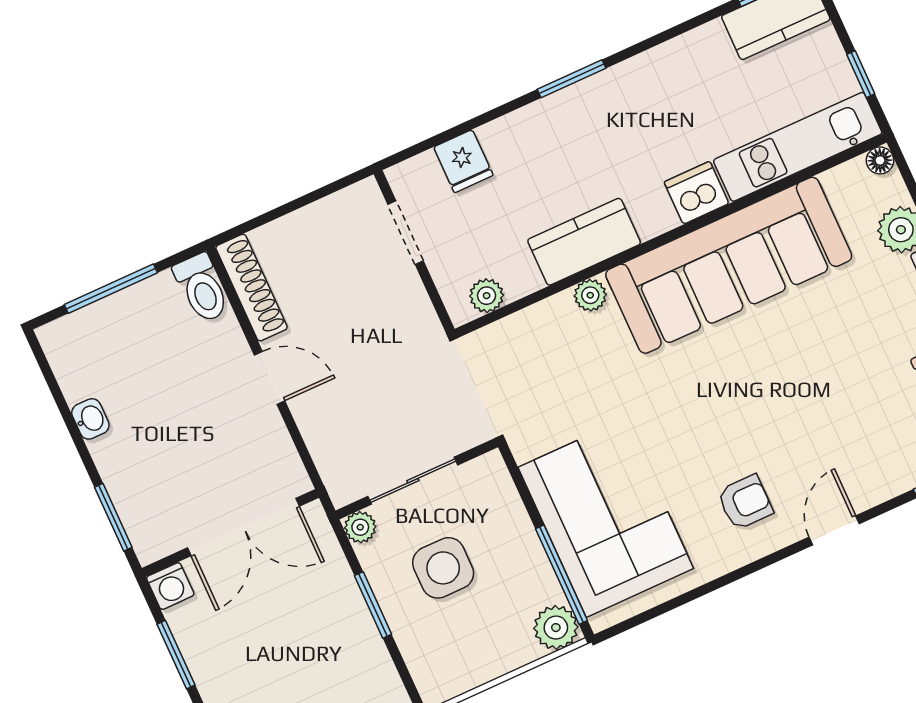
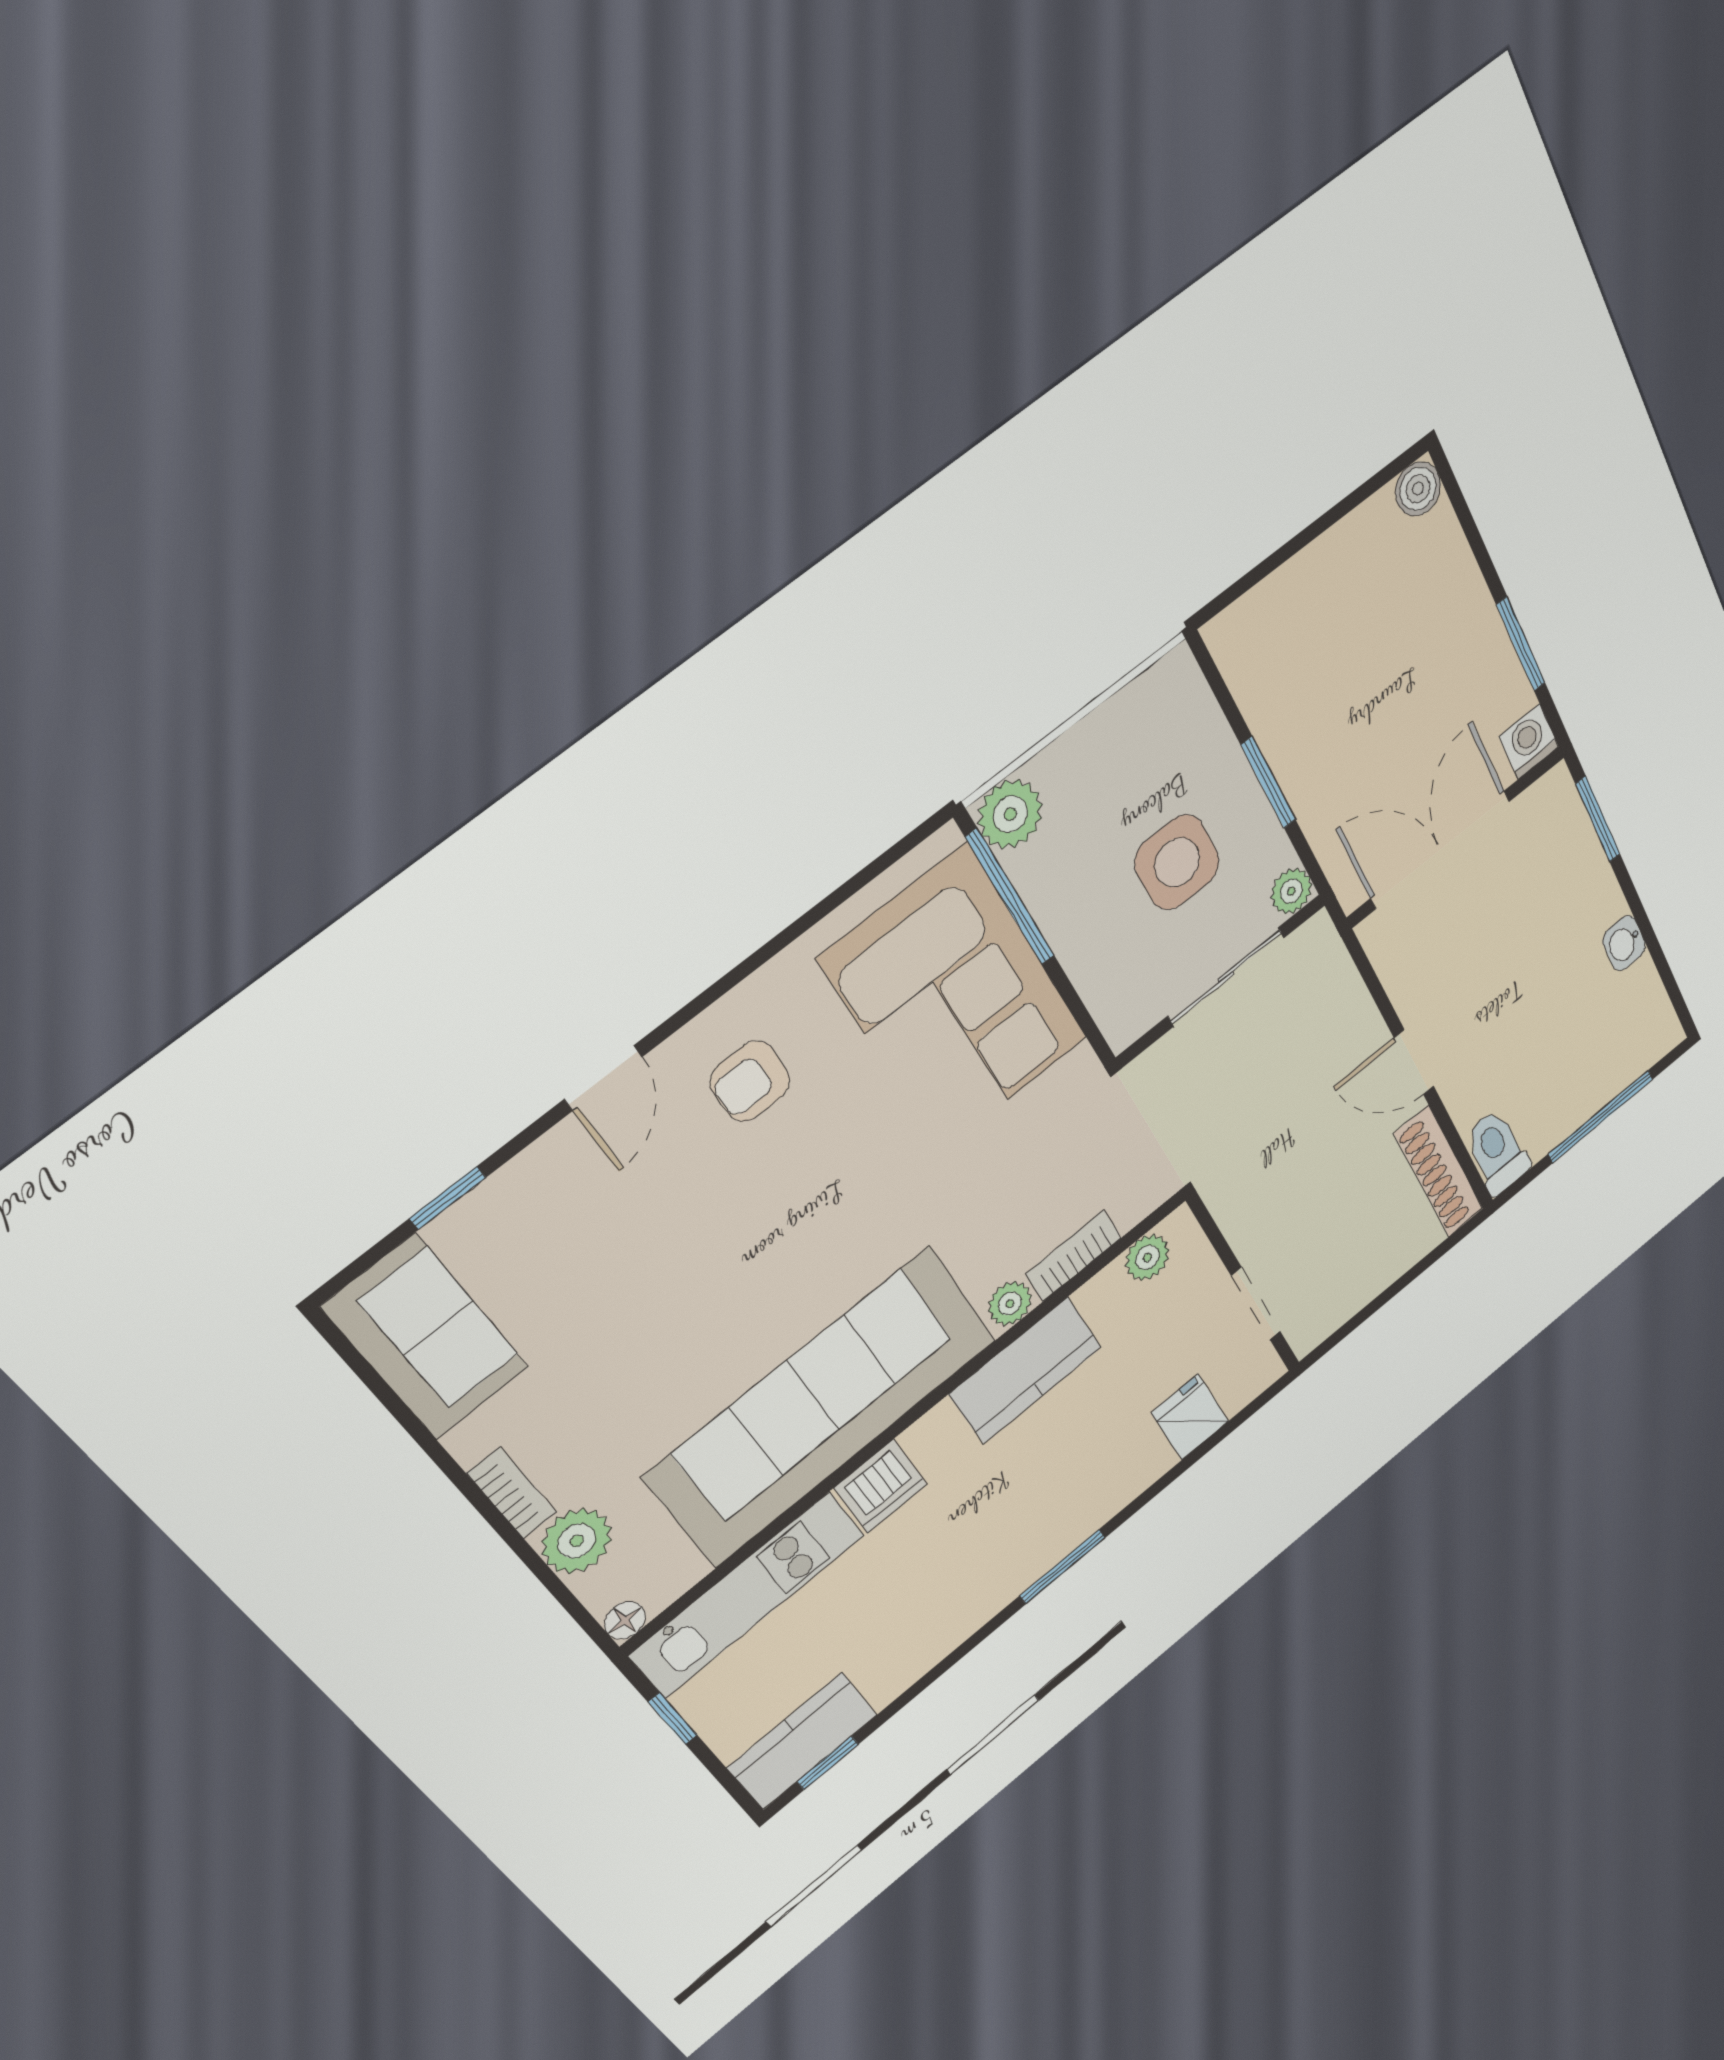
bookcase: (541, 315) -> (1074, 1256), added

